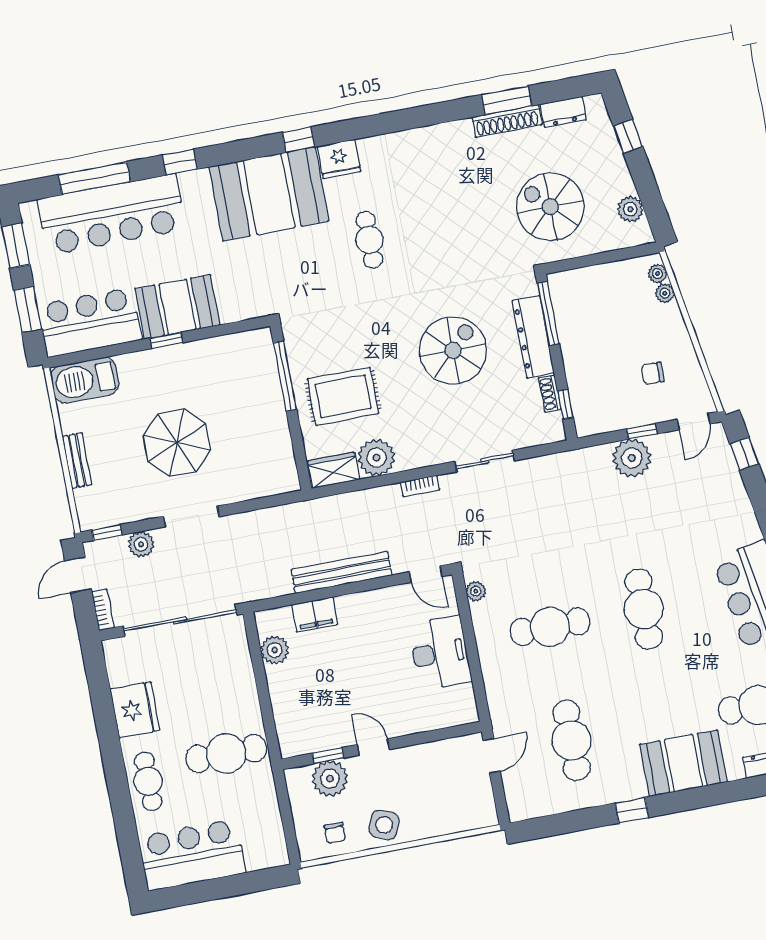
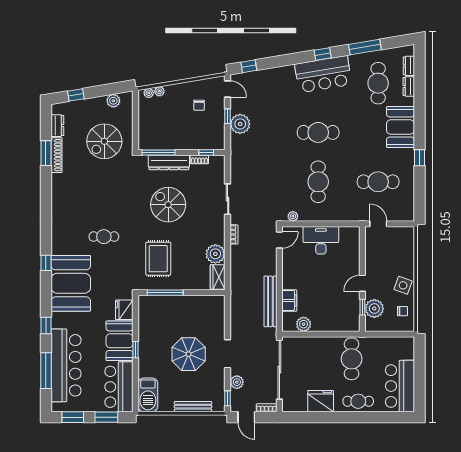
fridge: (339, 159) -> (124, 310), moved, turned 180
rug: (343, 396) -> (158, 259), moved
bench: (77, 460) -> (193, 407), width x1.36
bench: (342, 572) -> (270, 301), moved

